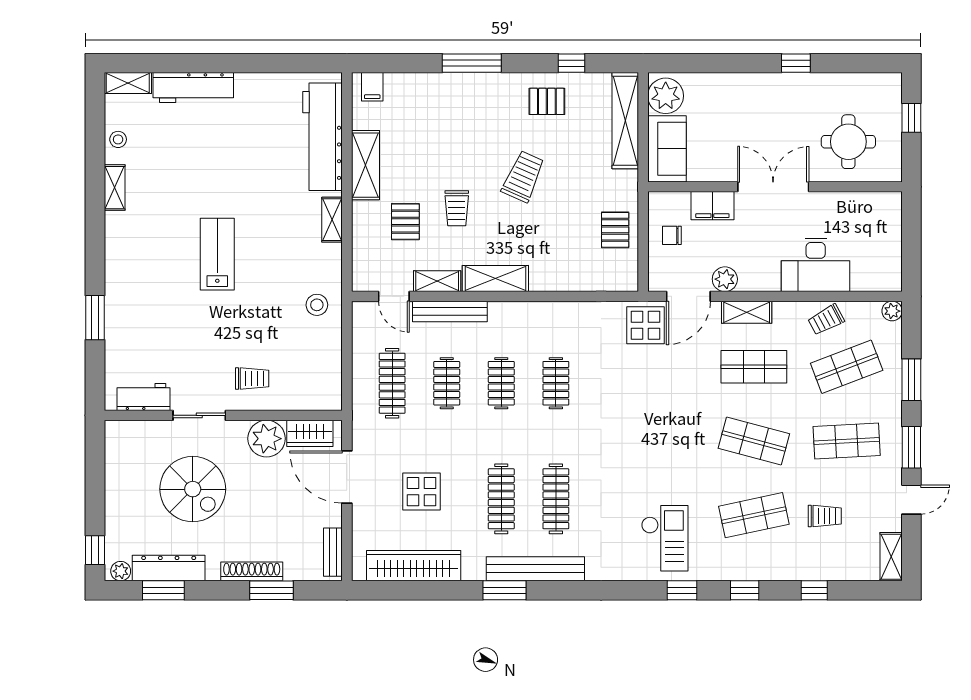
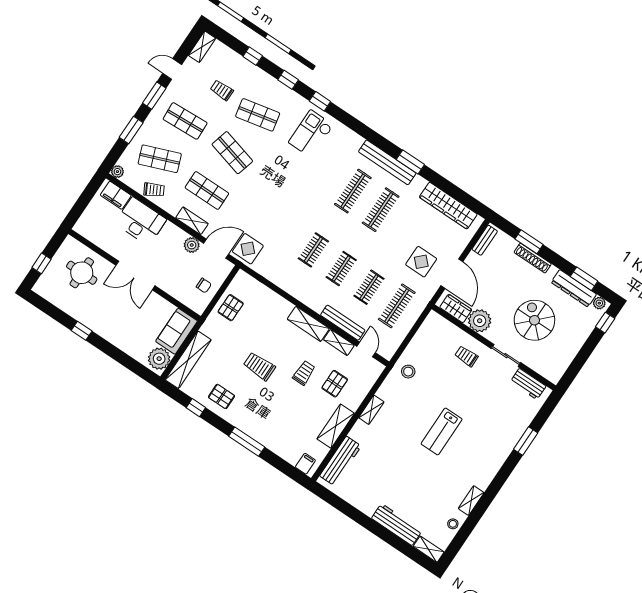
workbench: (323, 137) -> (340, 461), width x0.73, depth x0.76
trolley: (523, 177) -> (259, 366), turned 66
filing cabinet: (712, 206) -> (116, 195), moved, turned 180
display table: (422, 492) -> (421, 262), moved

